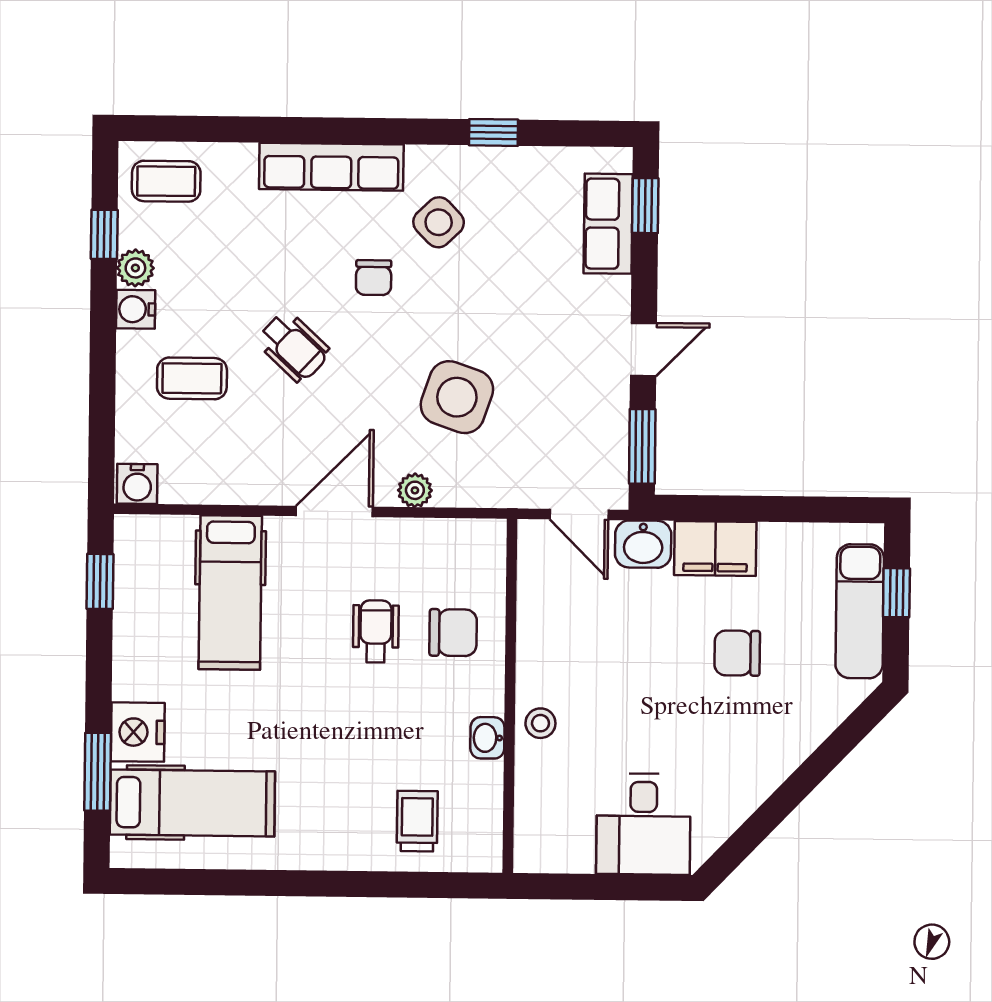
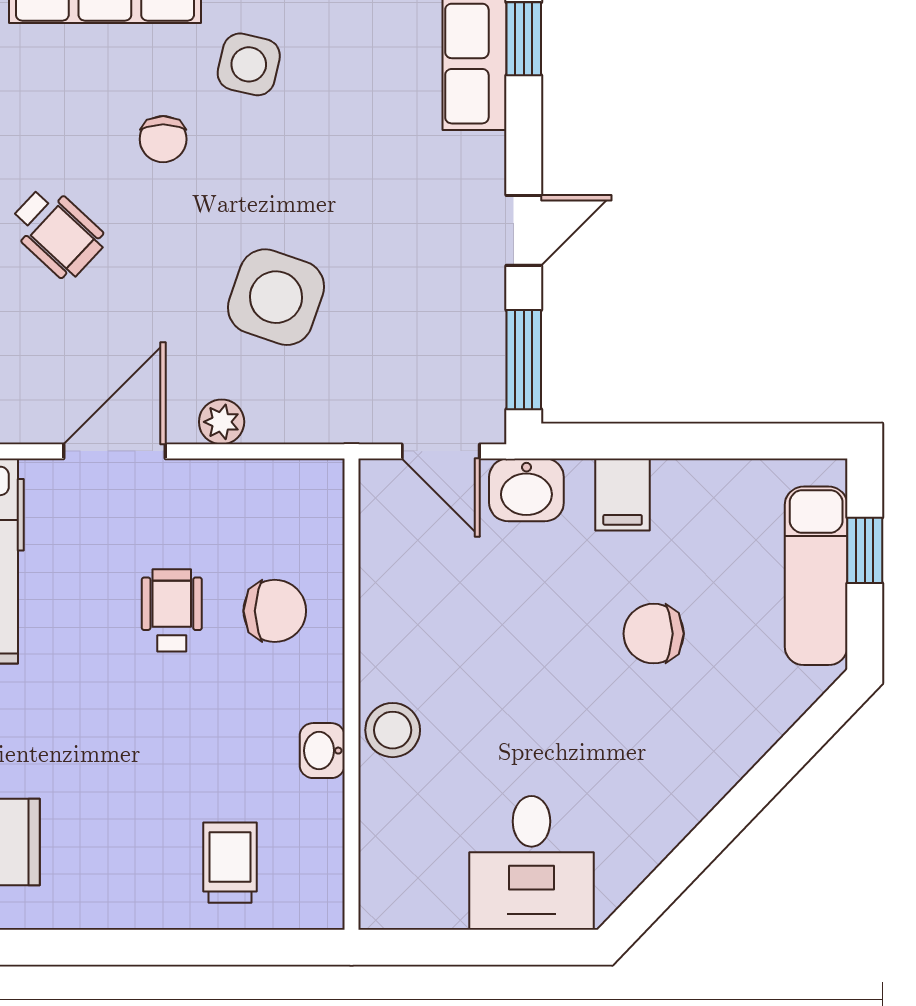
side table: (439, 222) -> (249, 64), turned -33
filing cabinet: (715, 548) -> (623, 495), width x0.50
stool: (540, 723) -> (393, 730), width x1.37, depth x1.37

